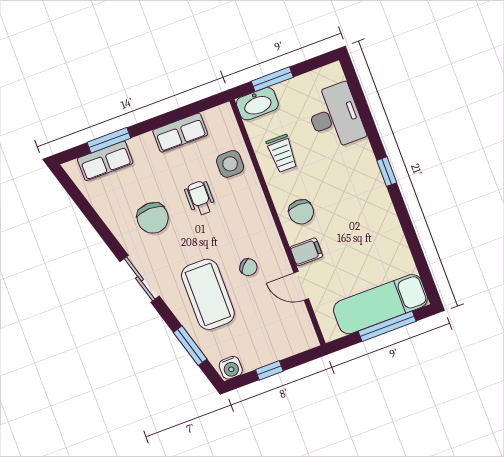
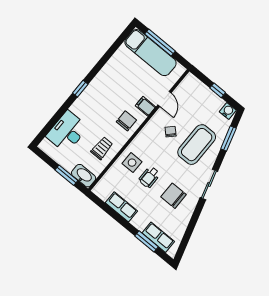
side table: (230, 164) -> (132, 163), moved
chair: (153, 218) -> (174, 196), turned -90

